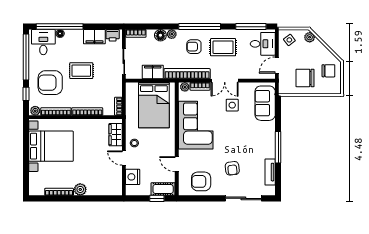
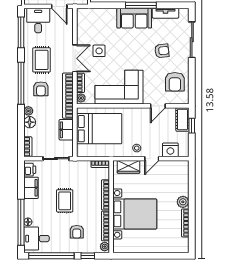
armchair: (50, 83) -> (77, 232), width x0.53, depth x0.53
sofa: (265, 103) -> (134, 18), moved
bed with nightstands: (51, 146) -> (135, 214), moved, turned 90

